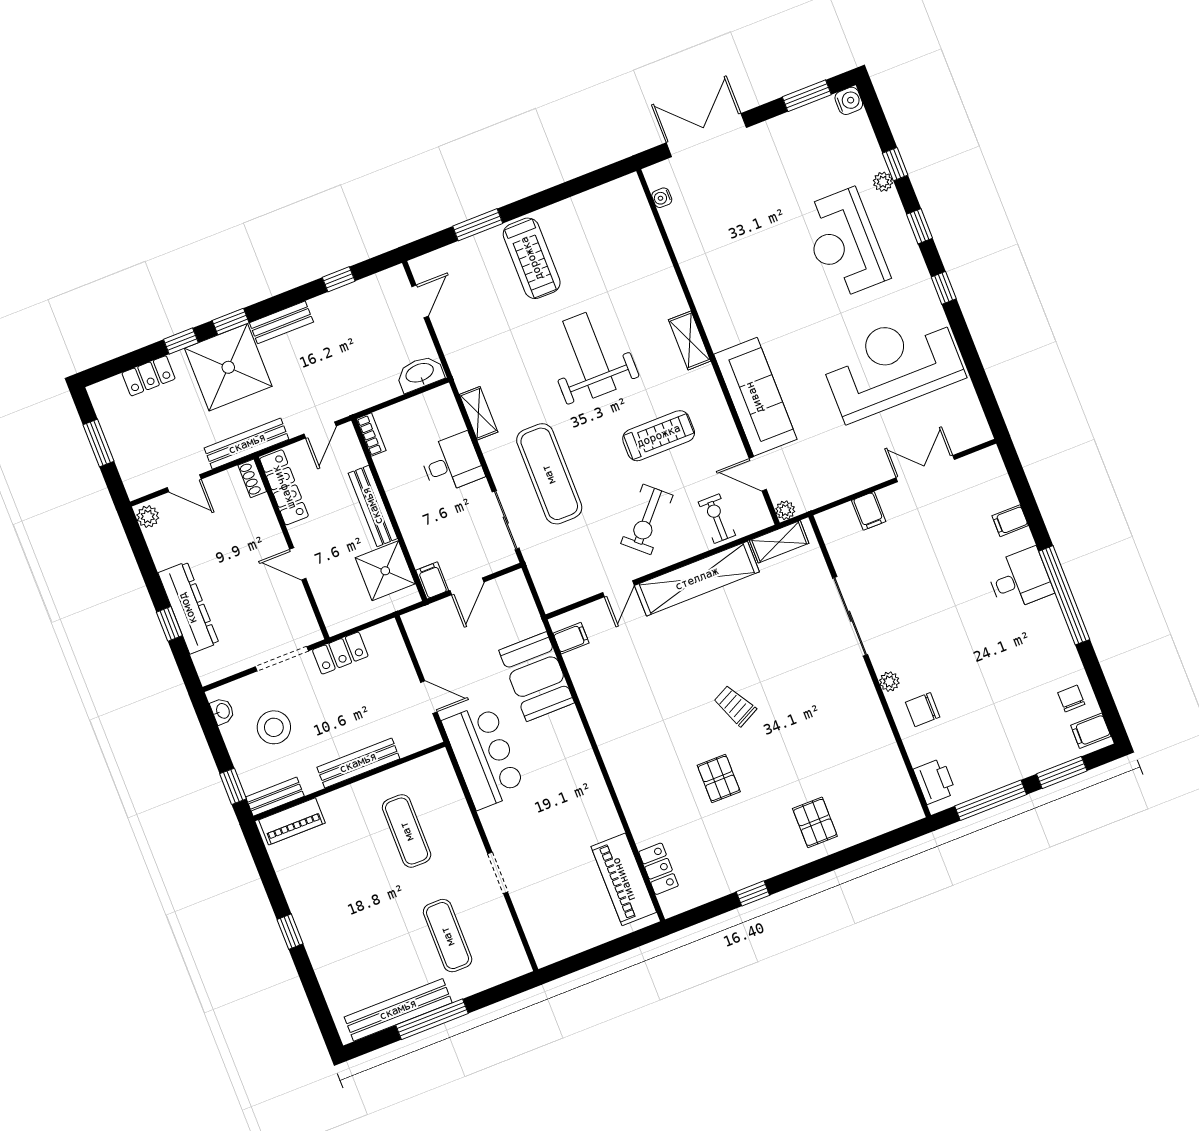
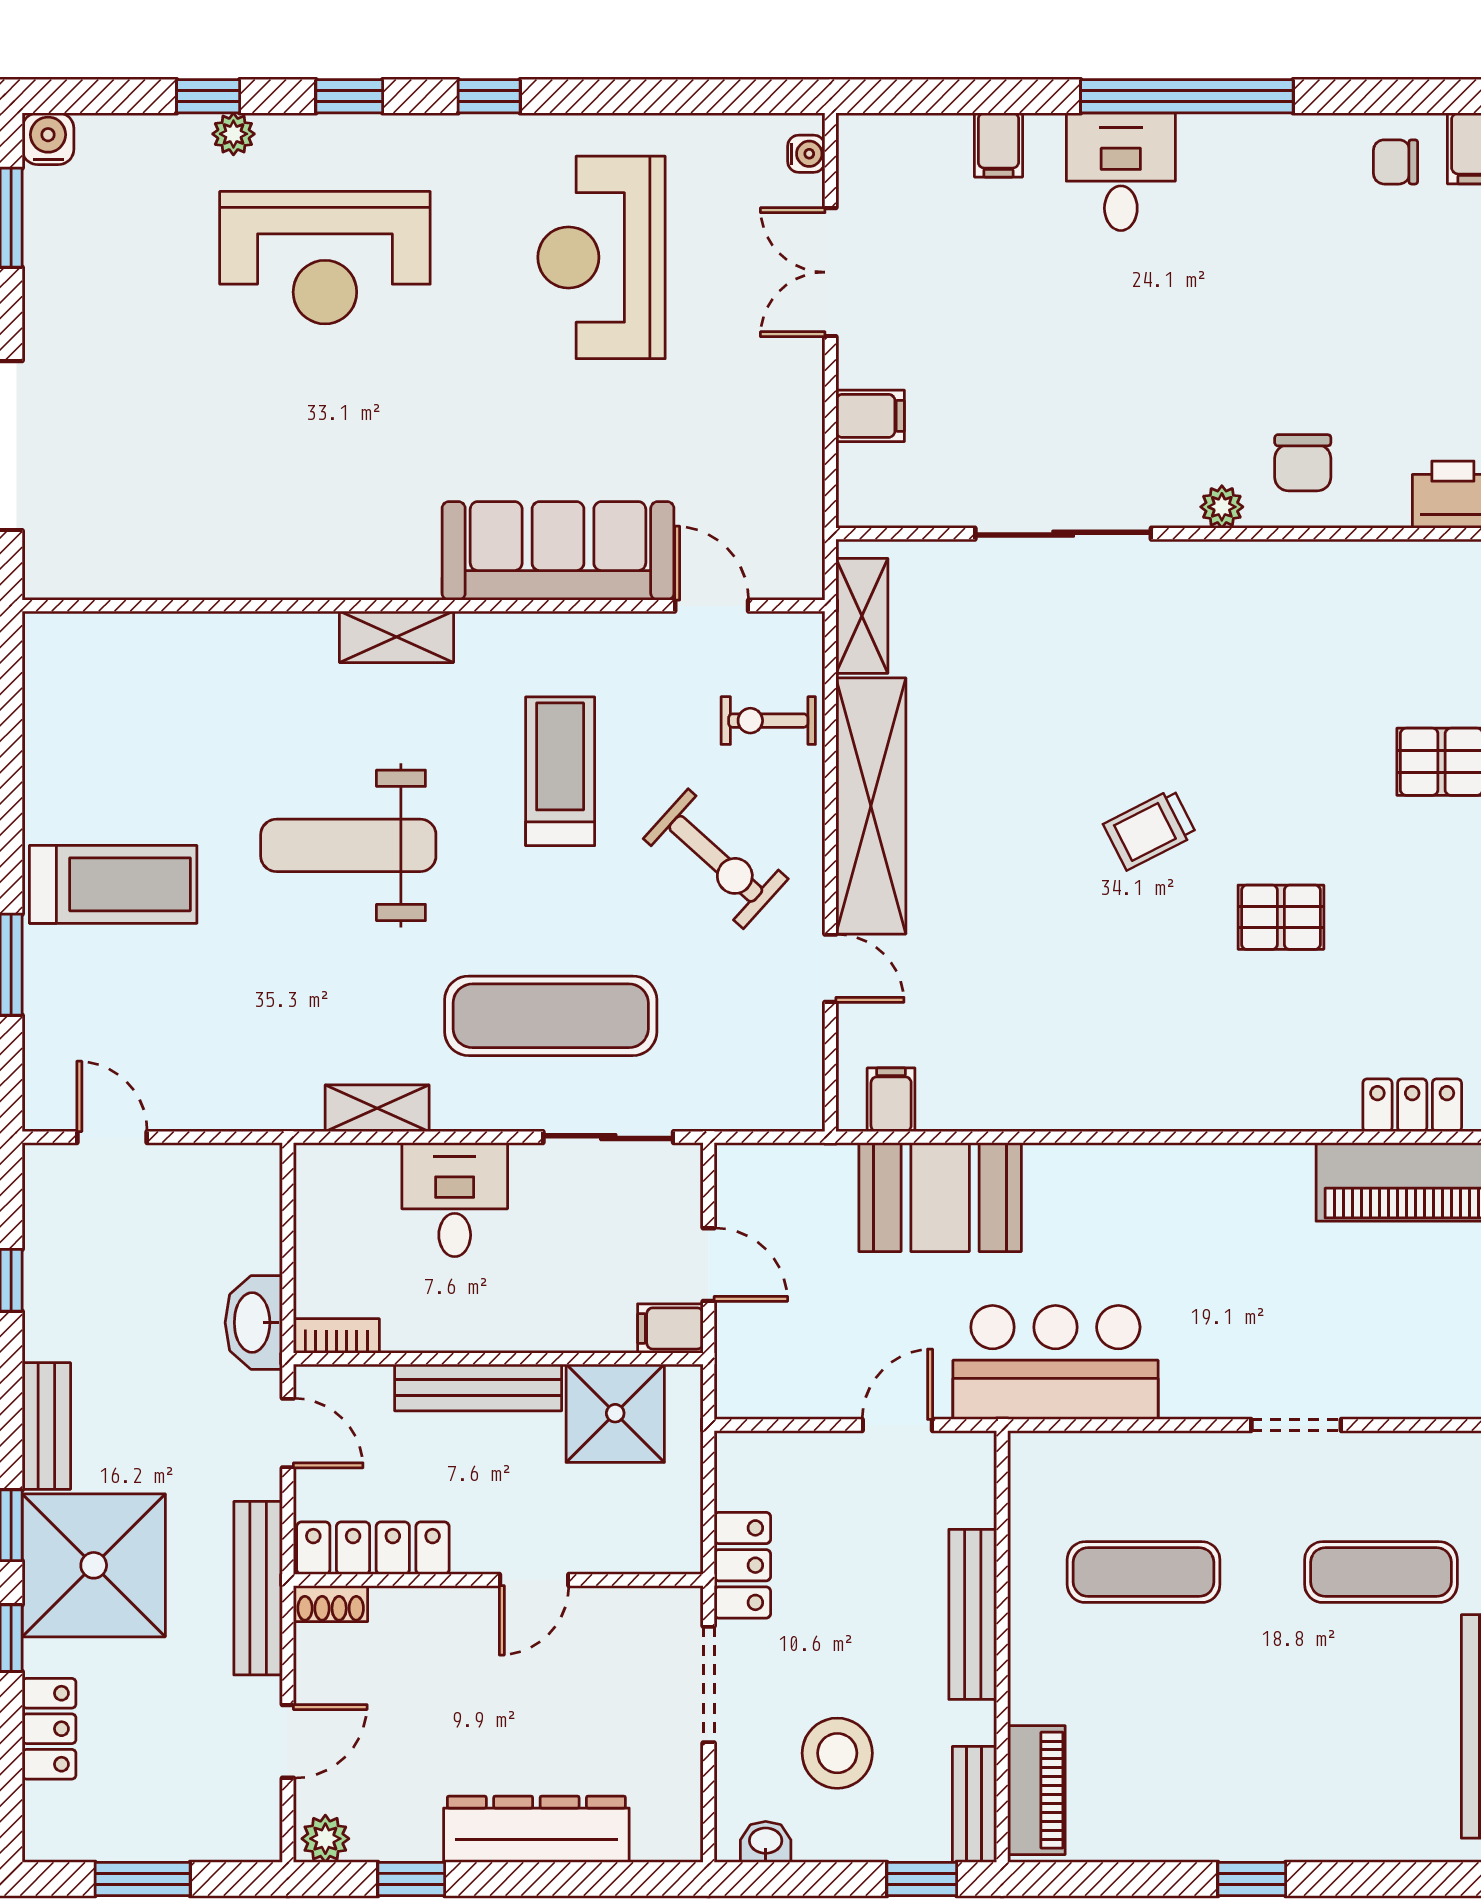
water cooler: (662, 198) -> (806, 154), moved, turned -90
reception desk: (892, 365) -> (602, 257), width x0.74, depth x0.77
washbasin: (420, 374) -> (254, 1323), moved
door: (758, 474) -> (712, 606), swing flipped
plant: (785, 510) -> (804, 579), removed
window: (169, 624) -> (411, 1879), moved

